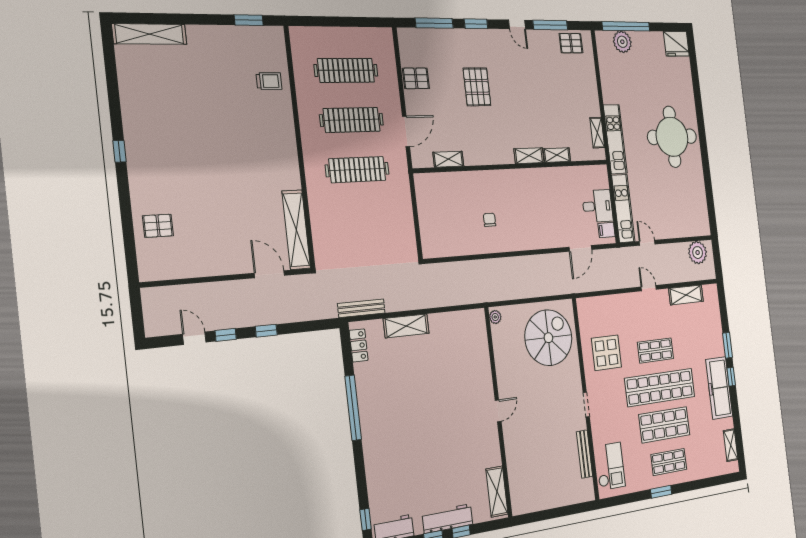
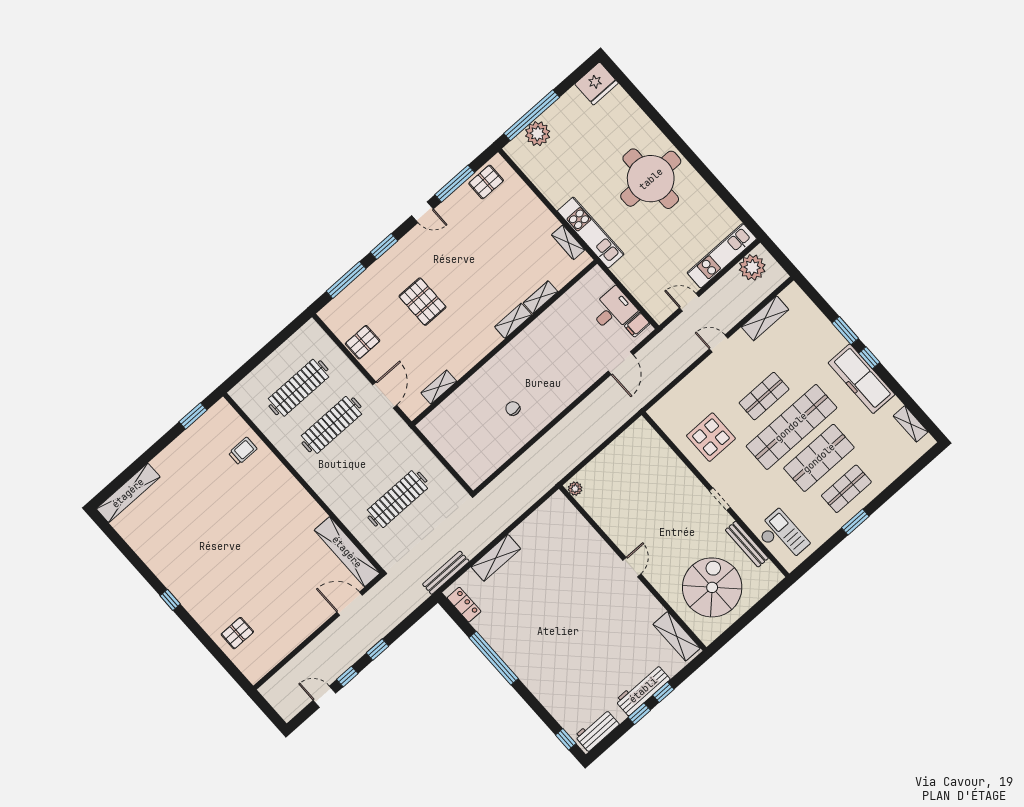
clothes rail: (357, 170) -> (397, 499), moved
kitchen unit: (623, 208) -> (722, 256), moved, turned -90
spiral stairs: (548, 338) -> (712, 587), moved

